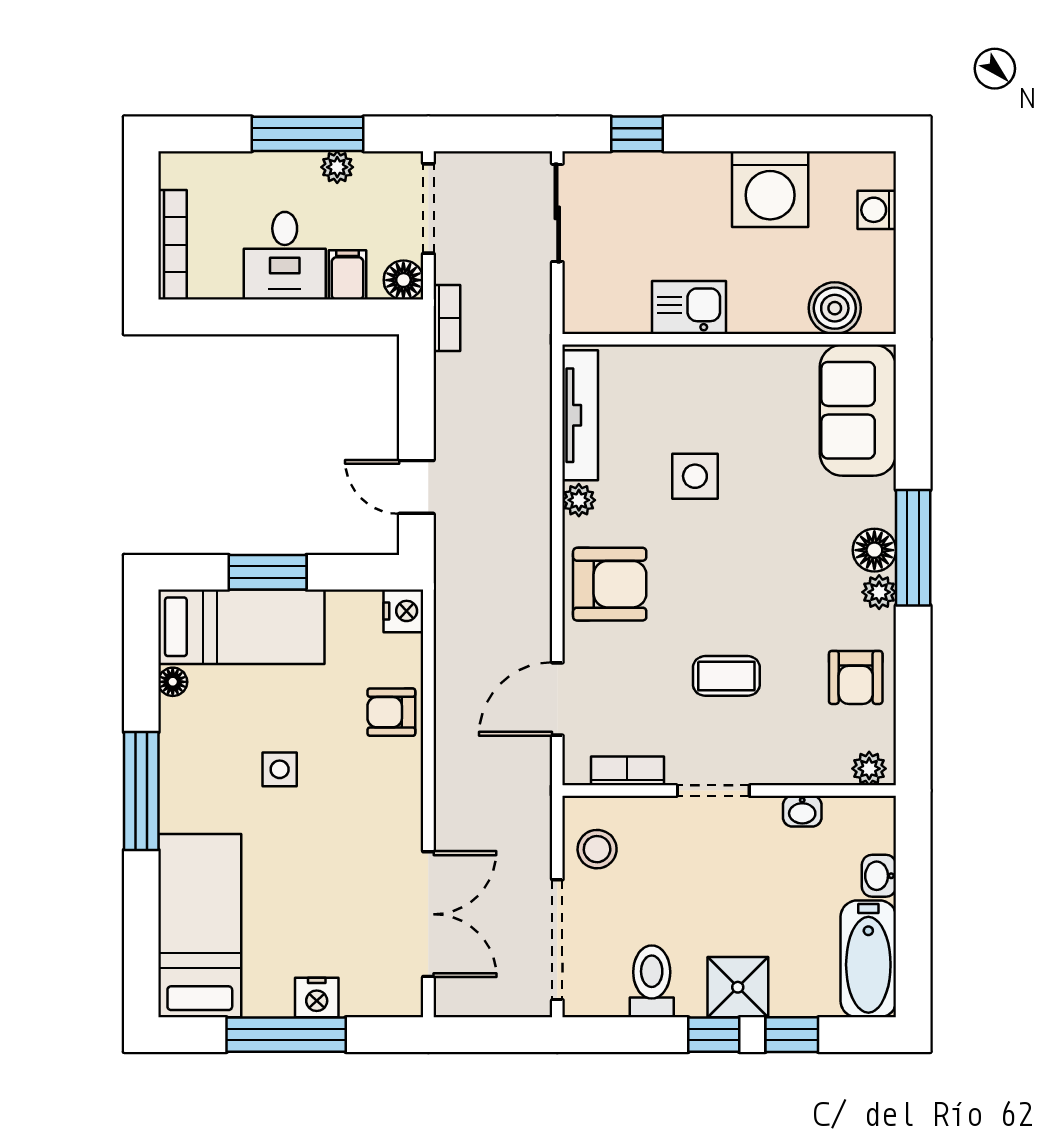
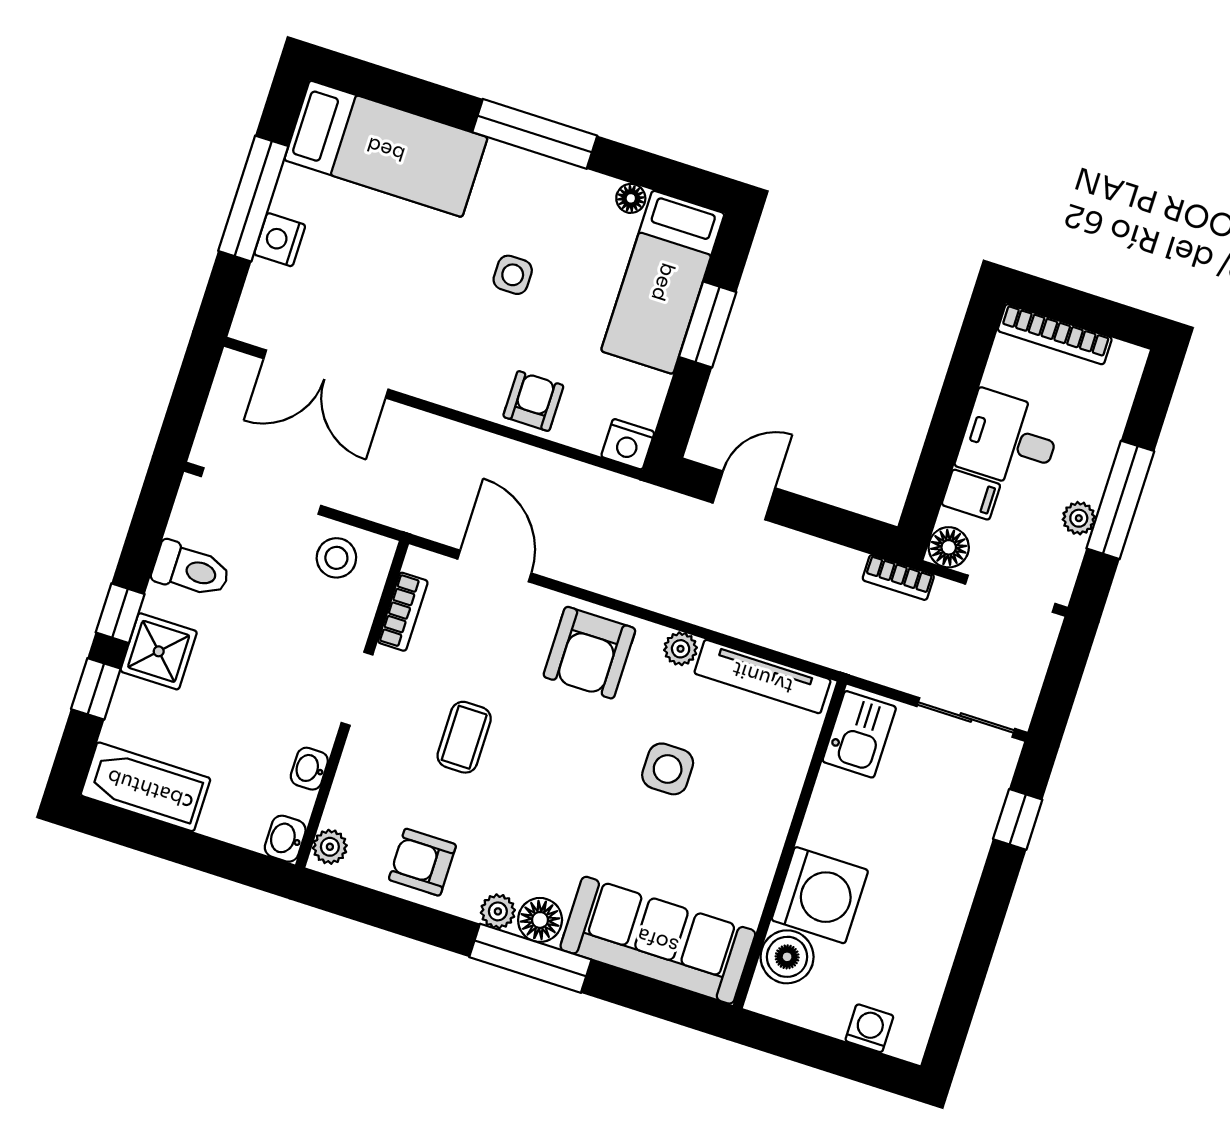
washing machine: (770, 189) -> (820, 895), moved, turned 180
kitchen sink: (689, 307) -> (859, 734), moved
sofa: (858, 410) -> (658, 940), width x1.36
washbasin: (879, 876) -> (285, 839), moved, turned -90

